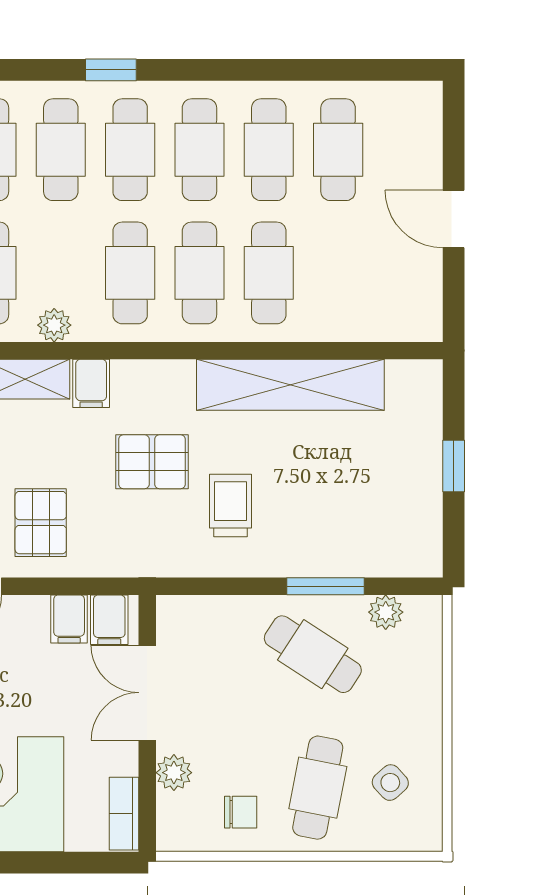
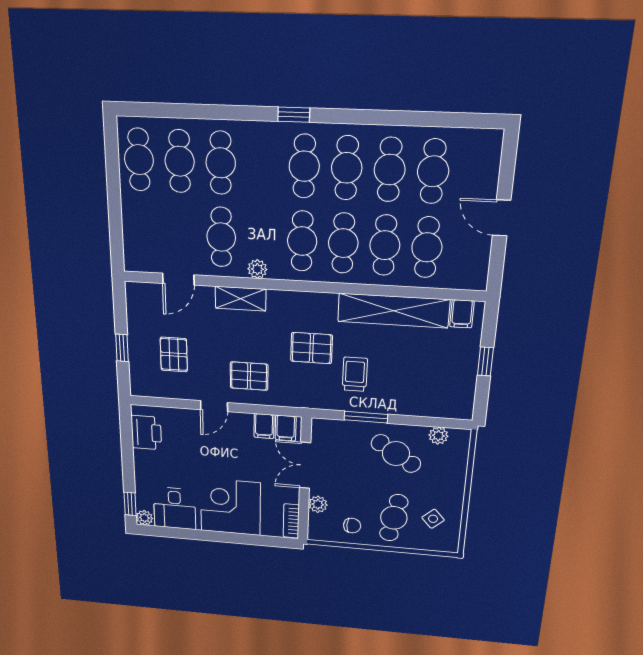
cafe table: (61, 150) -> (427, 247), moved
filing cabinet: (91, 383) -> (462, 314), moved
pallet: (41, 523) -> (249, 376), turned 90
window: (326, 586) -> (366, 417), moved

